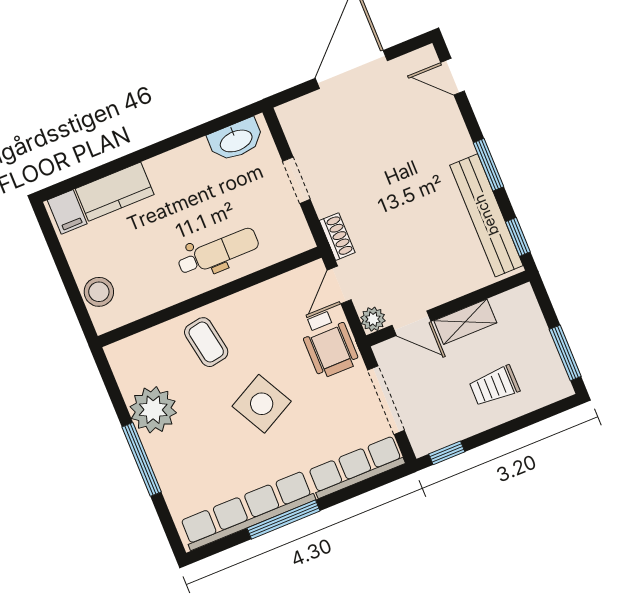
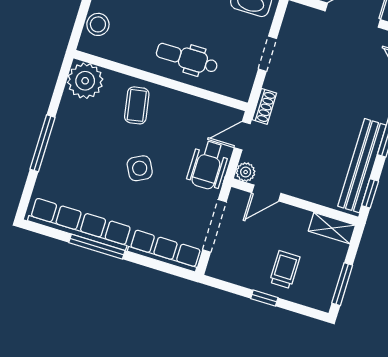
dental chair: (218, 252) -> (187, 58), turned 180
shelving: (465, 322) -> (332, 228), moved
door: (412, 323) -> (266, 193), hinge flipped
trolley: (494, 386) -> (285, 270), turned 90
side table: (262, 404) -> (140, 168), width x0.73, depth x0.73
plant: (153, 410) -> (85, 81), moved
window: (447, 453) -> (264, 298), moved

